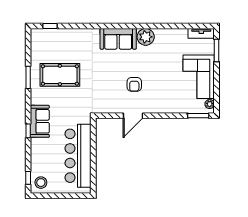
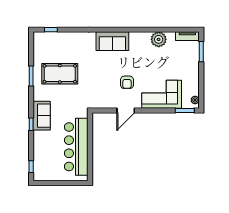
plant: (146, 37) -> (159, 39), moved
corner sofa: (199, 77) -> (162, 94), moved, turned 90
stool: (41, 183) -> (43, 171), removed

